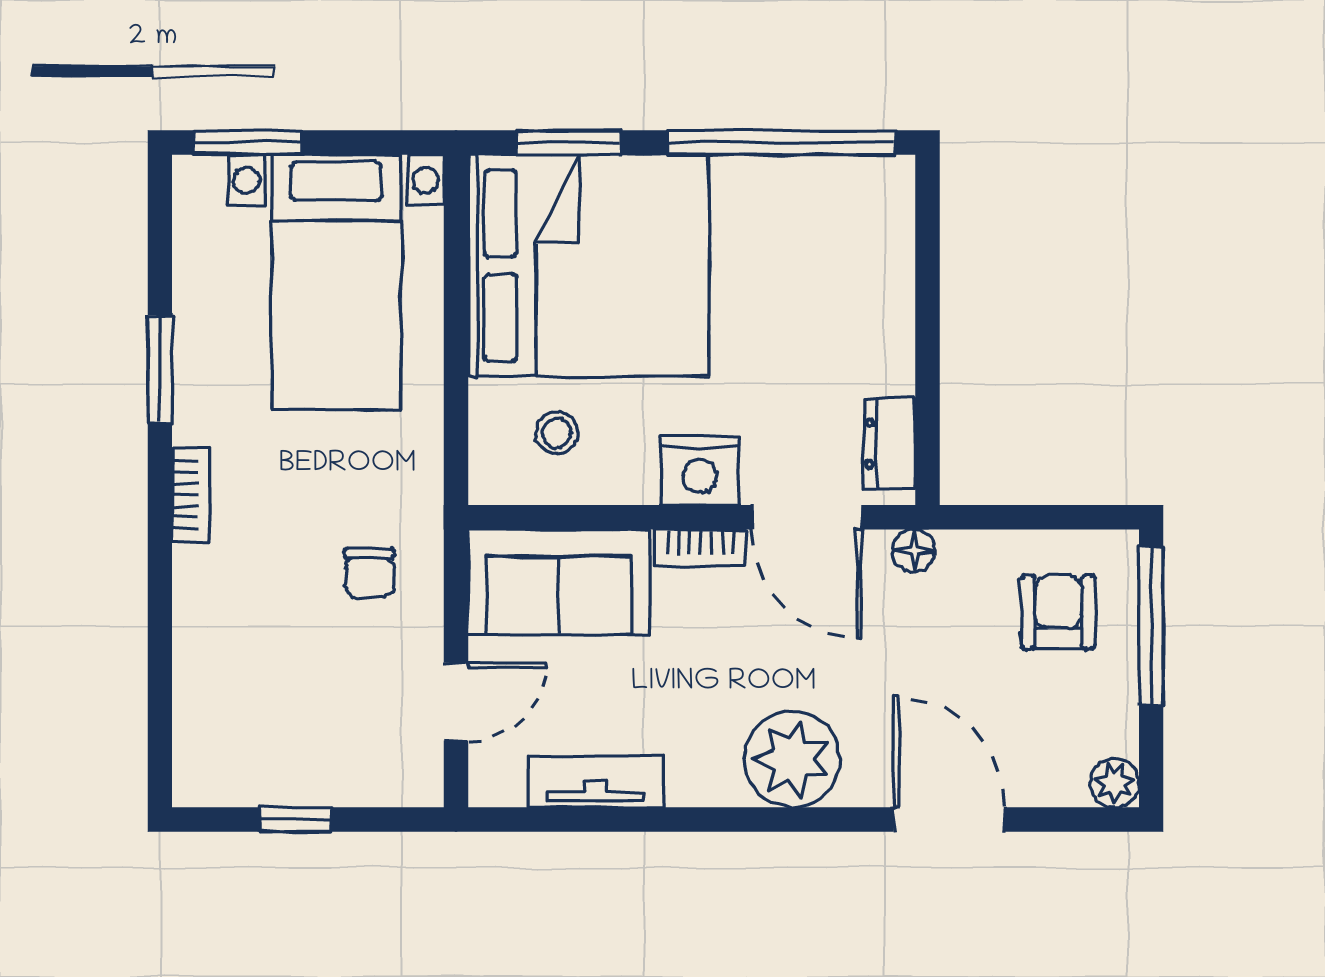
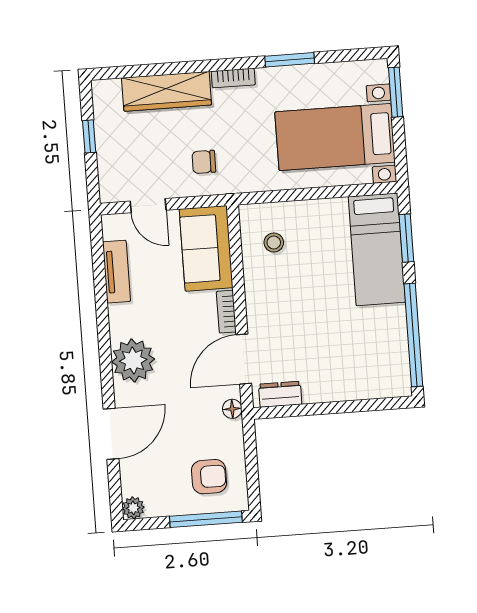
bed: (589, 265) -> (377, 249), width x0.49
nightstand: (700, 471) -> (261, 309), removed
wardrobe: (209, 643) -> (167, 91), added

